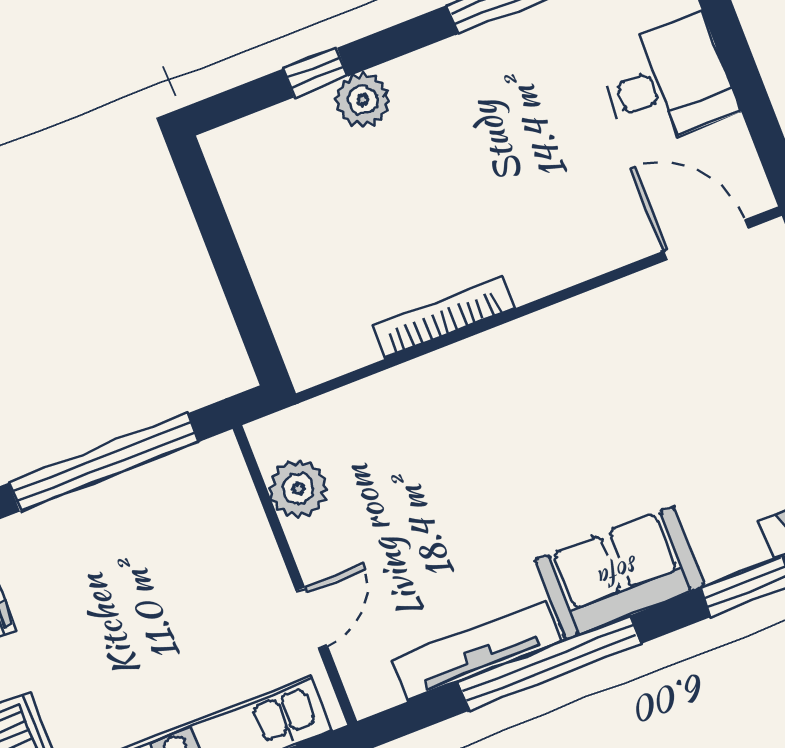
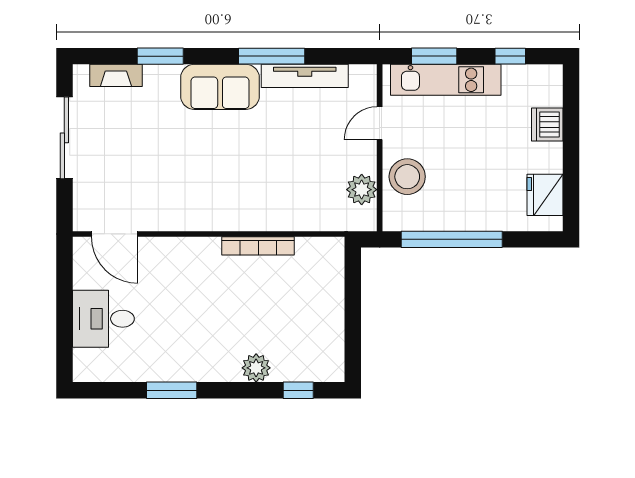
window: (316, 73) -> (298, 390), moved
stool: (226, 543) -> (407, 177), added
window: (549, 663) -> (272, 56), width x0.68

